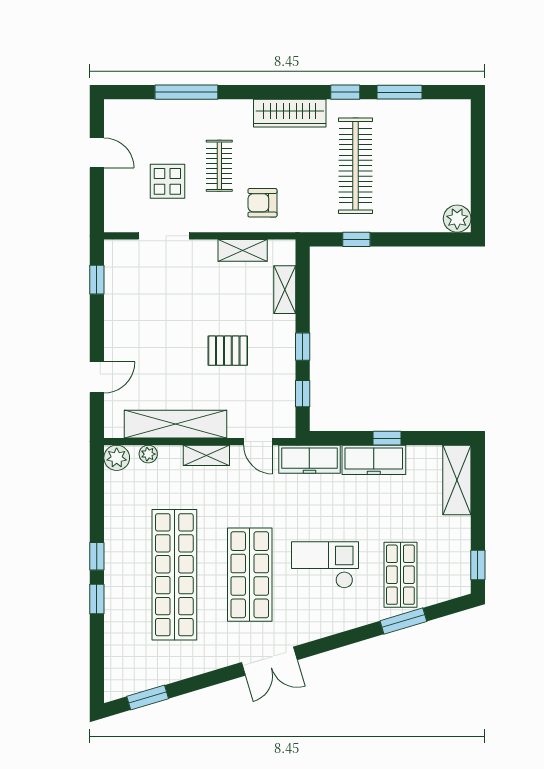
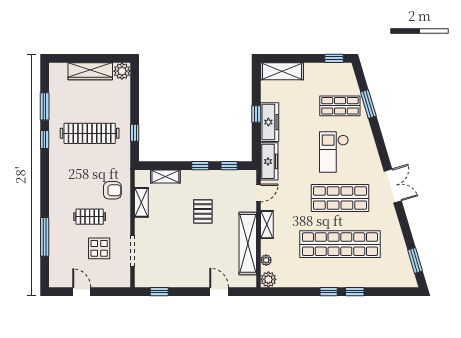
wardrobe: (290, 113) -> (90, 71), moved, turned 90
door: (97, 153) -> (82, 292), hinge flipped
armchair: (262, 203) -> (112, 190), turned -90

